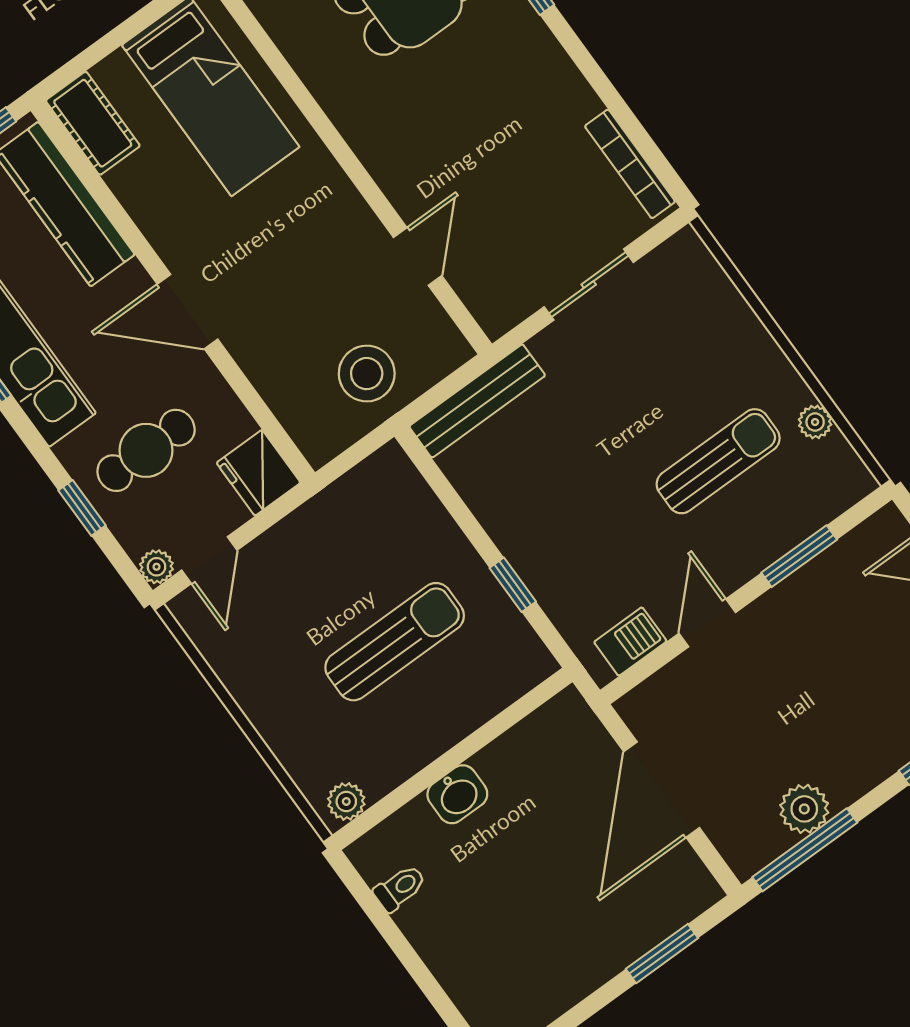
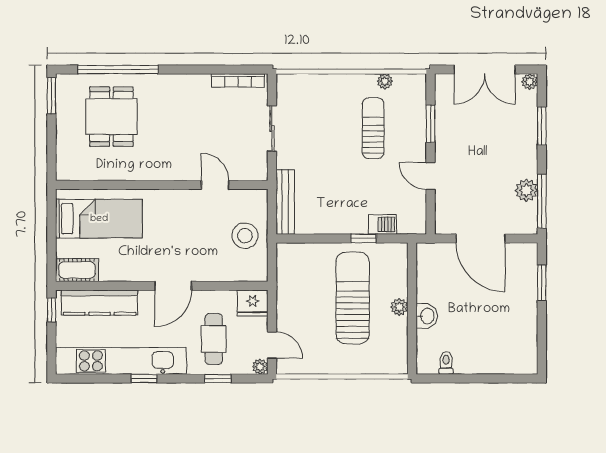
sun lounger: (395, 642) -> (353, 298), width x1.36, depth x1.34
barbecue: (630, 642) -> (382, 224), moved, turned 90
plant: (346, 801) -> (399, 307), moved

